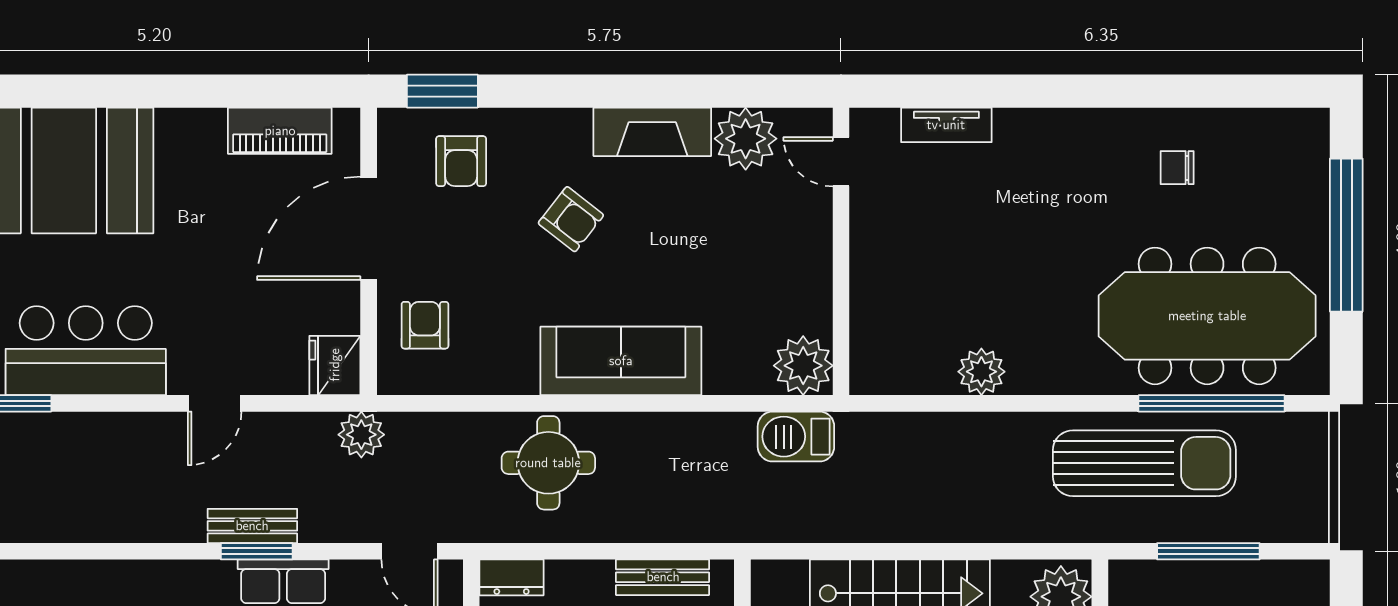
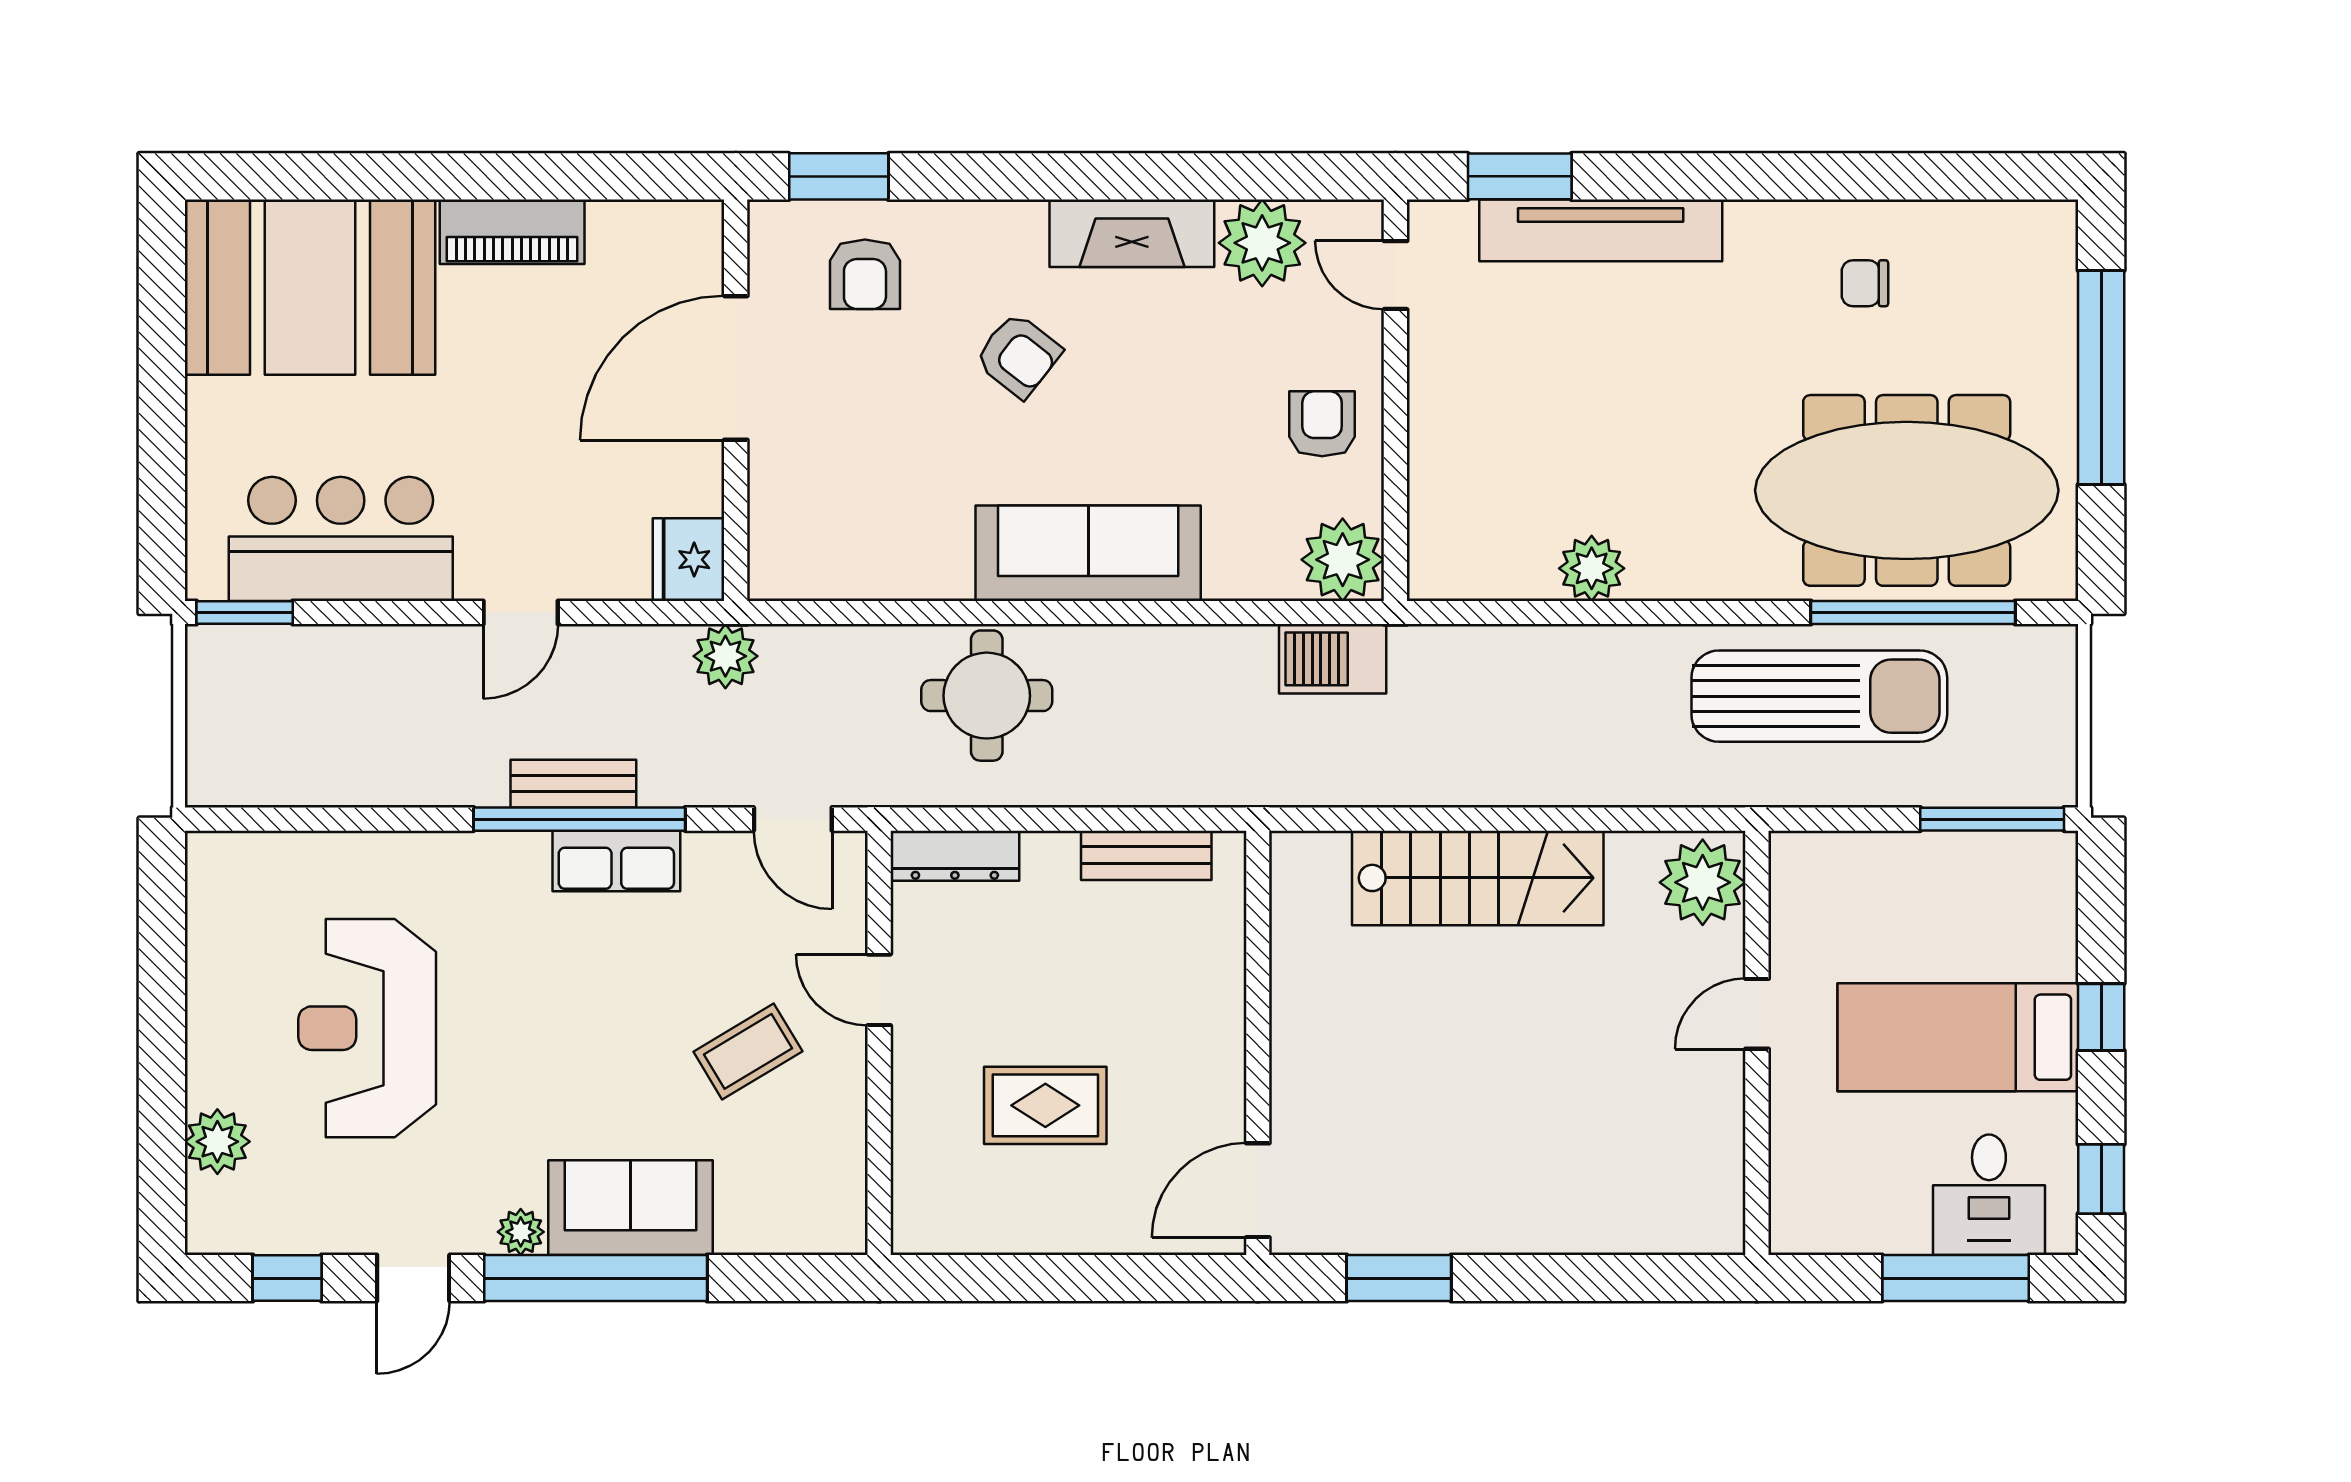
window: (930, 91) -> (1520, 176), added
tv unit: (946, 125) -> (1601, 230), width x1.92, depth x1.29
piano: (280, 131) -> (512, 232), moved
armchair: (425, 325) -> (1322, 424), moved
window: (257, 551) -> (579, 819), width x2.11
window: (1208, 551) -> (1992, 819), moved
dresser: (512, 577) -> (955, 856), width x1.44

